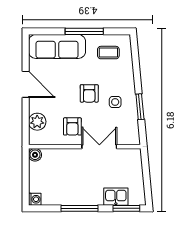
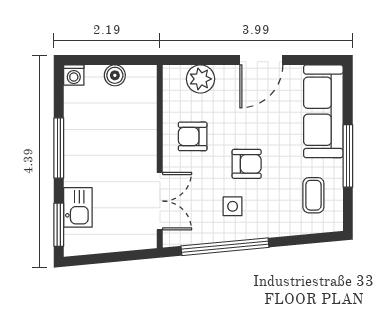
armchair: (89, 93) -> (247, 164), turned 180
window: (140, 107) -> (225, 247), width x2.11
double door: (99, 147) -> (160, 201), moved
boiler: (35, 155) -> (115, 75), moved

